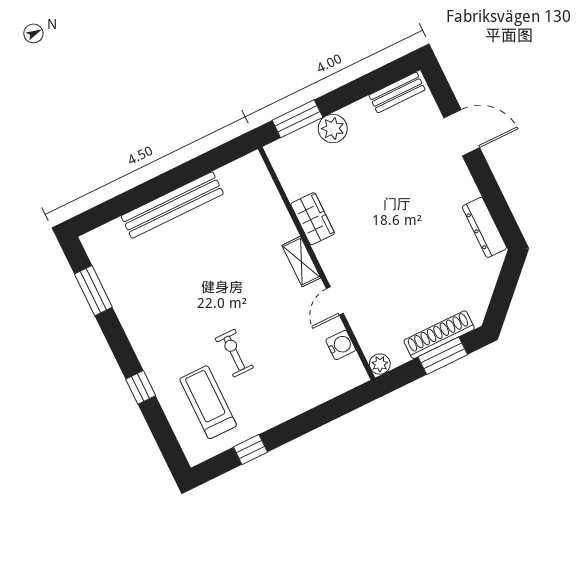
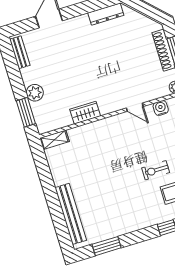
bench: (172, 205) -> (71, 214), moved
shelving: (301, 262) -> (55, 140), moved

